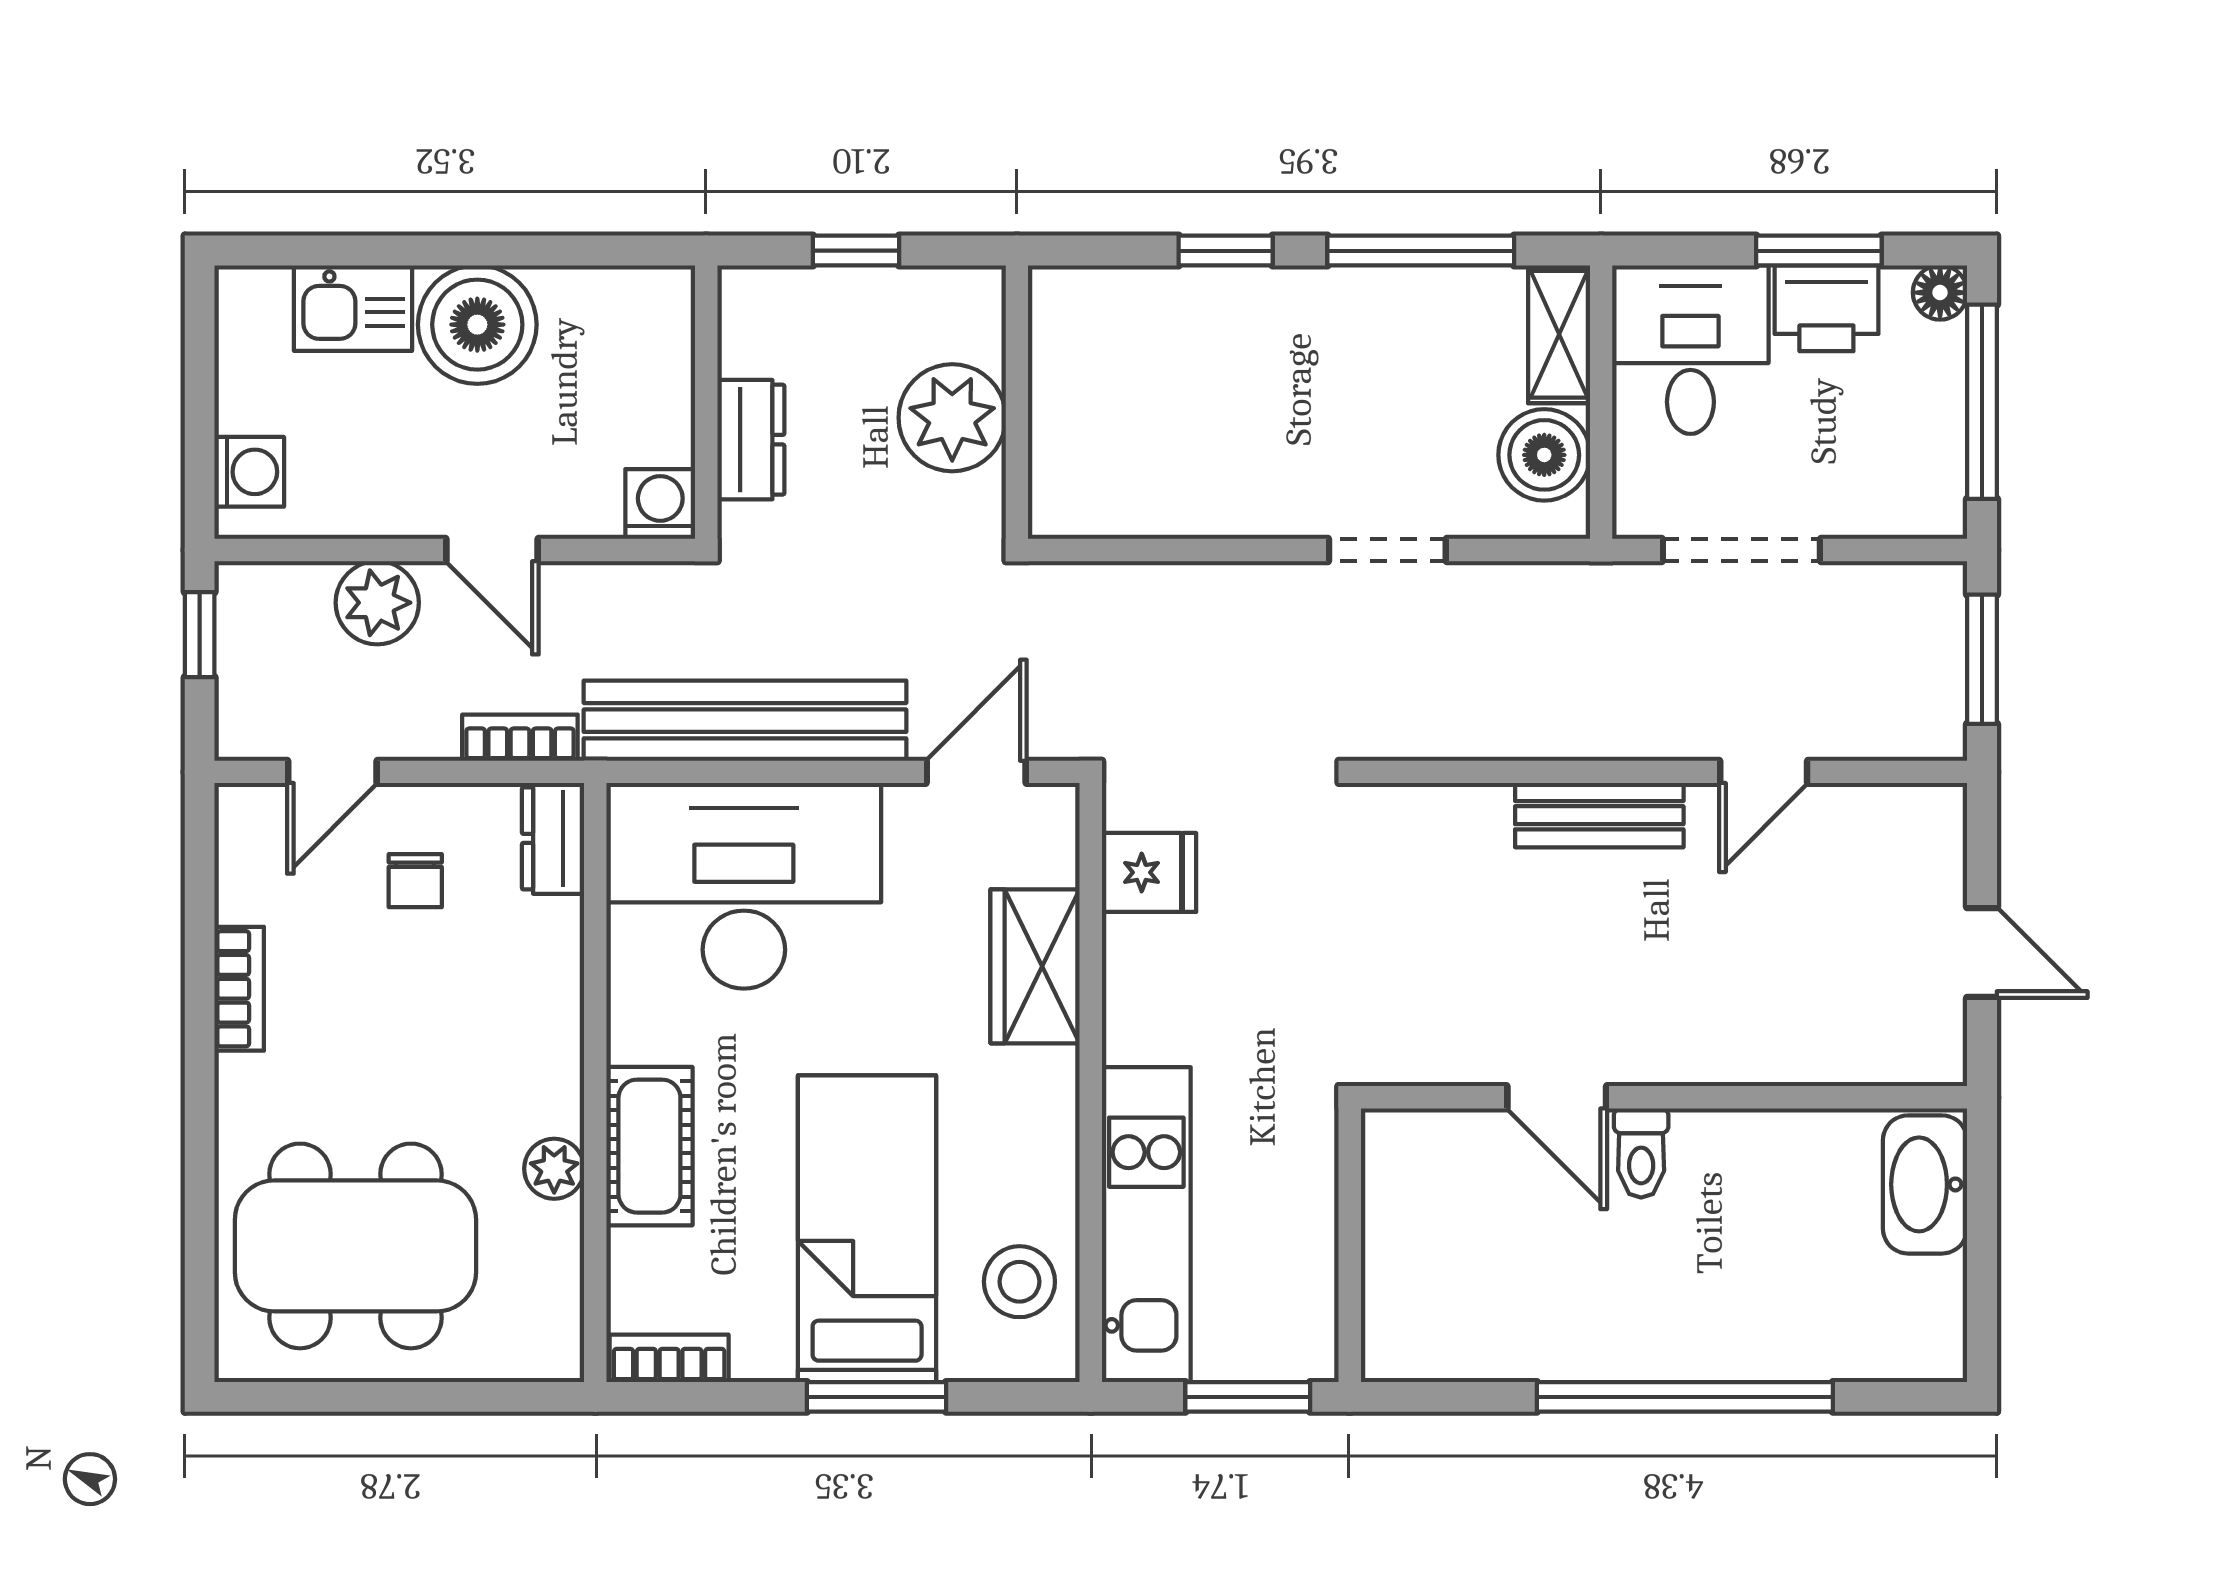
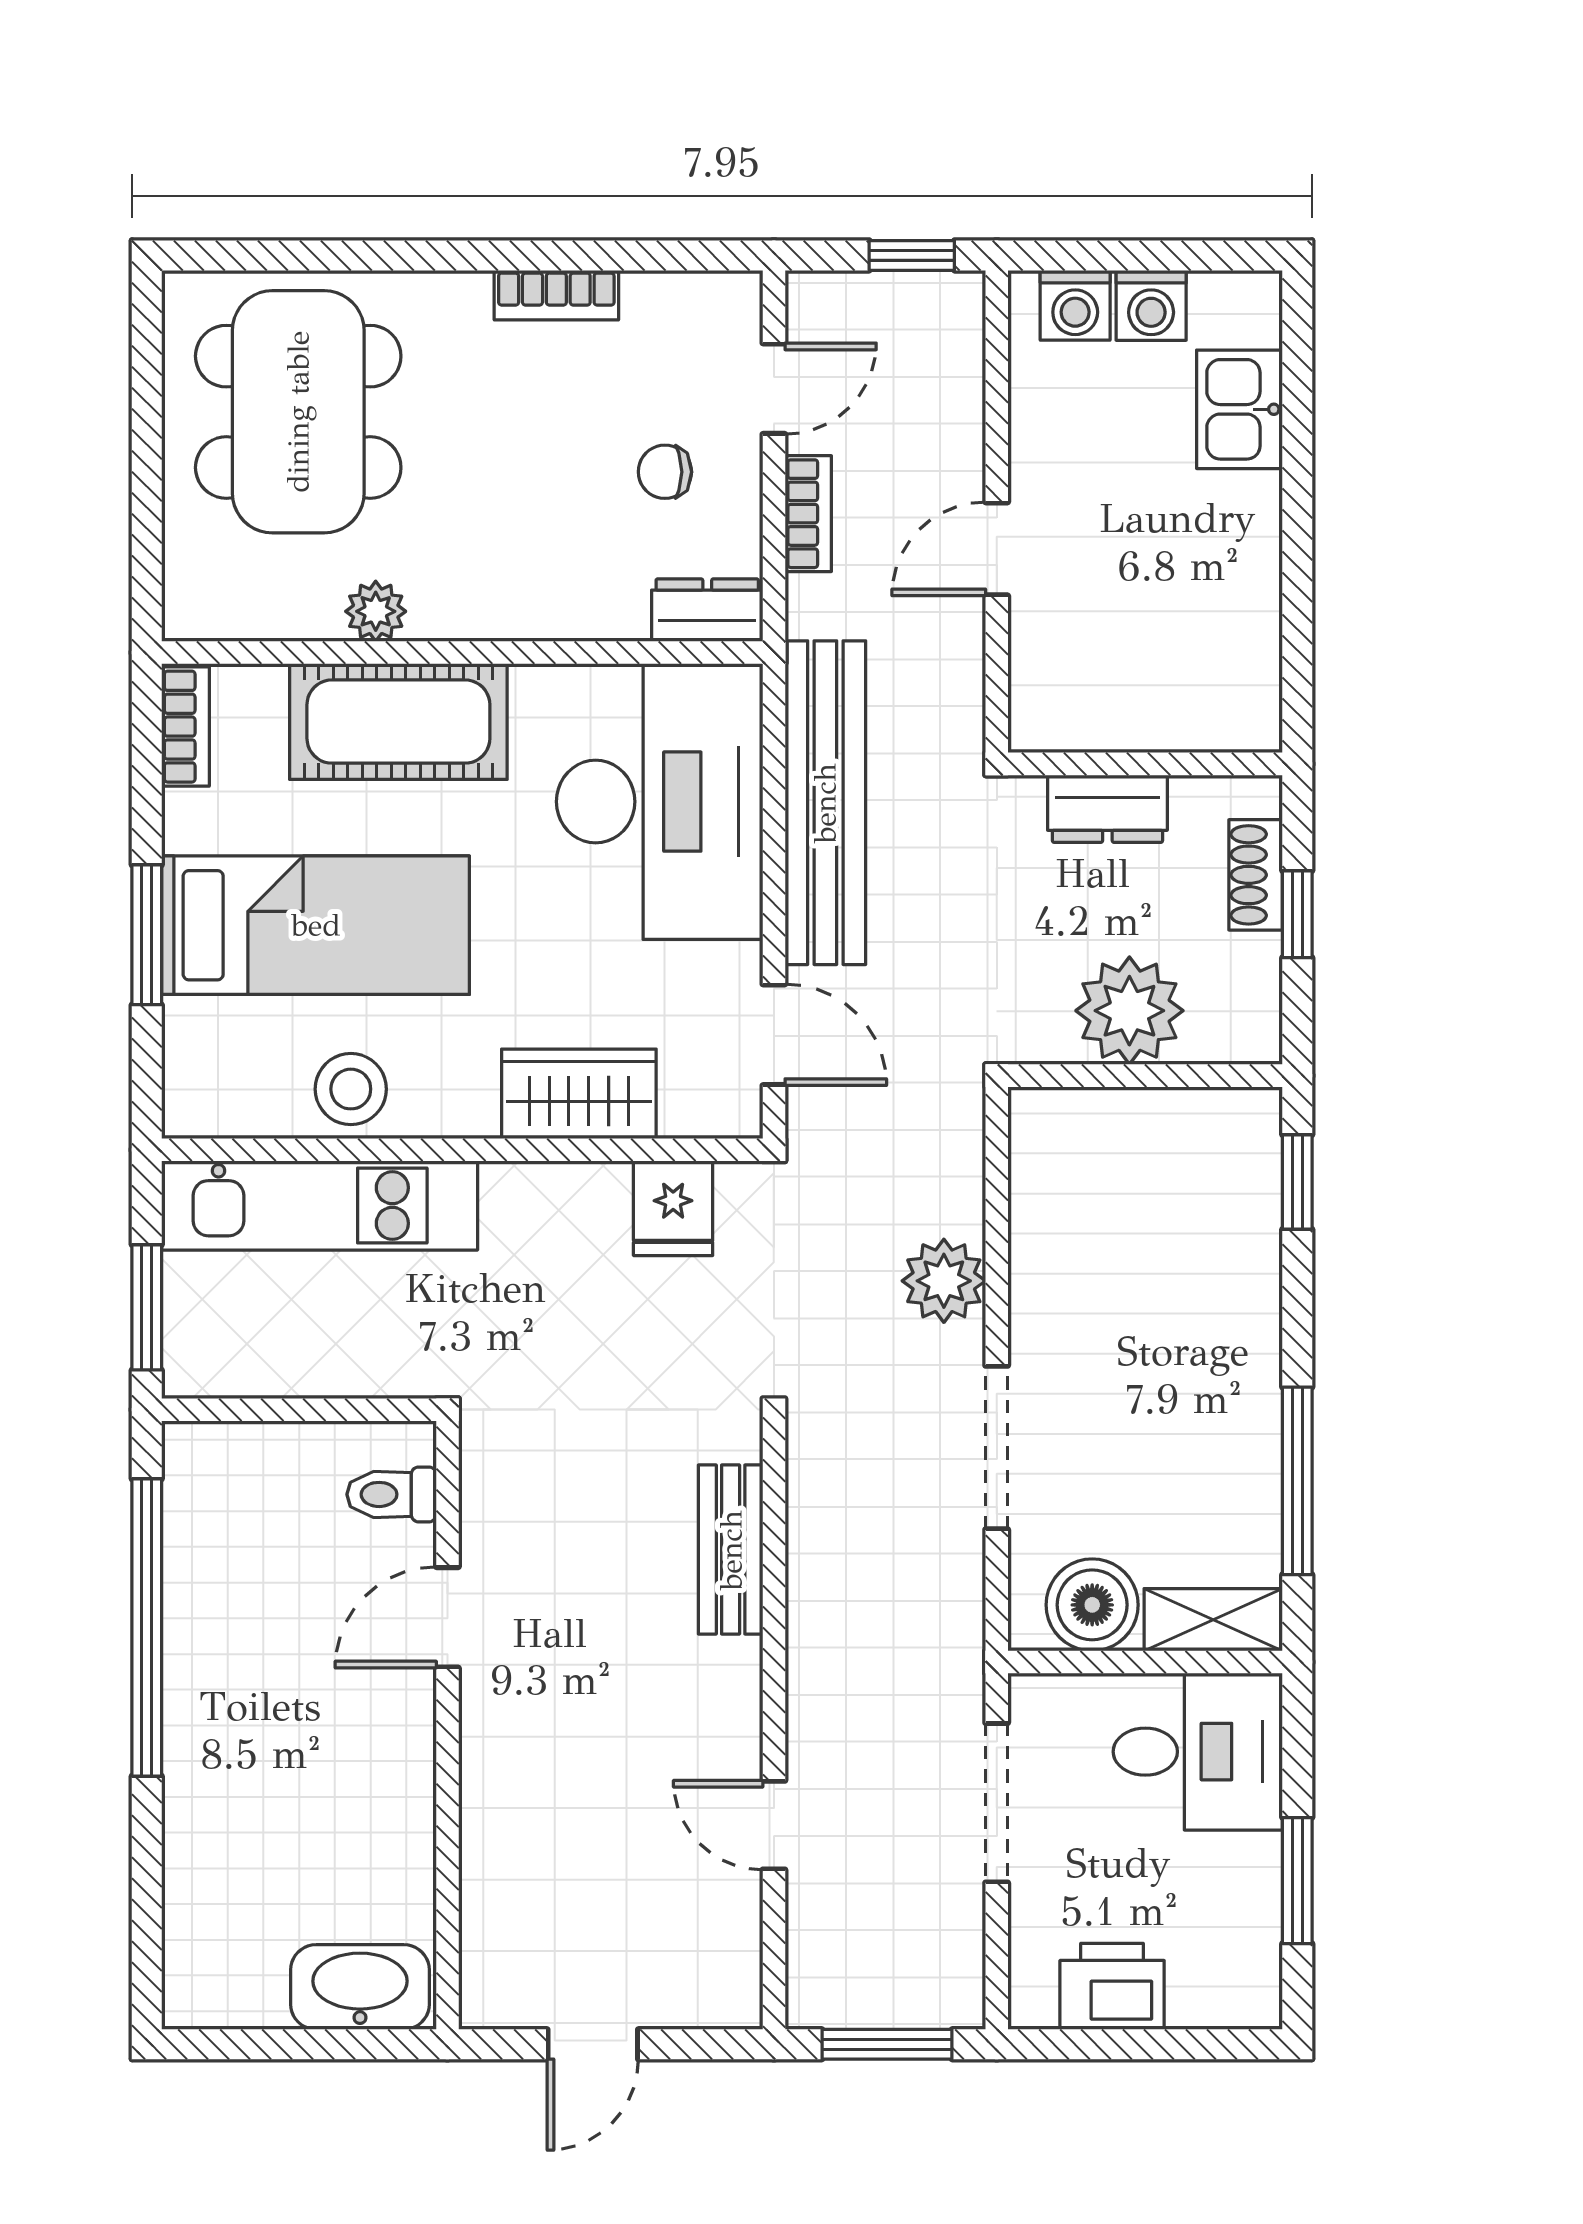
window: (1226, 251) -> (1297, 1182), moved
shoe rack: (817, 292) -> (1256, 875), added
floor lamp: (1940, 293) -> (1255, 2002), removed
printer: (1826, 308) -> (1112, 1986), moved, turned 90
boiler: (477, 325) -> (1223, 534), removed
window: (1982, 402) -> (1146, 2044), removed
washing machine: (660, 504) -> (1151, 305), moved, turned 90
doorway: (1387, 550) -> (997, 1447), width x1.38
plant: (377, 603) -> (944, 1281), moved
bookcase: (520, 738) -> (808, 514), moved
door: (332, 772) -> (774, 389), swing flipped
bench: (1599, 815) -> (731, 1550), moved
cot: (649, 1146) -> (398, 722), width x1.37, depth x1.34
toilet: (1641, 1153) -> (392, 1494), moved
stool: (1019, 1282) -> (351, 1089), moved
window: (1685, 1397) -> (147, 1628), moved

